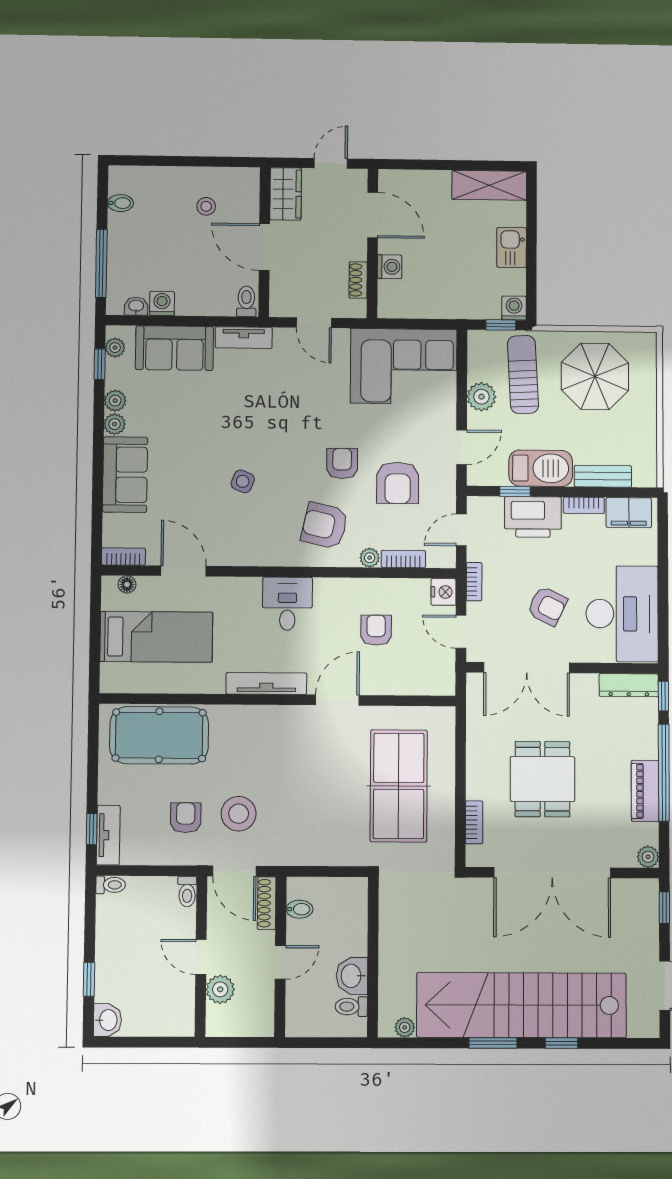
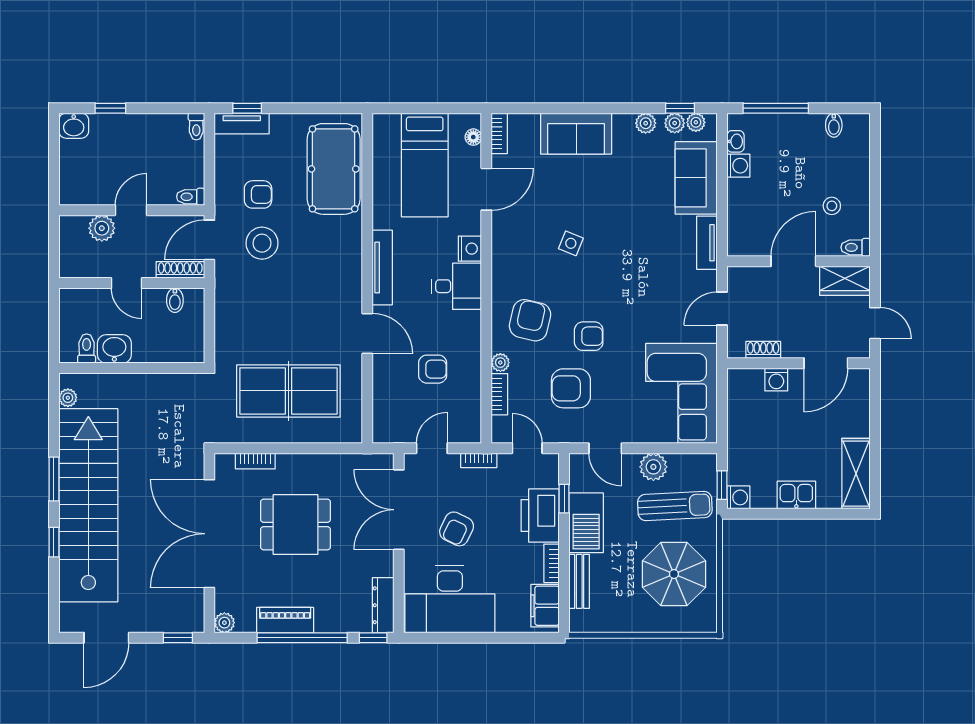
toilet: (246, 301) -> (855, 247), moved, turned 180
plant: (115, 424) -> (675, 123), moved
nightstand: (444, 592) -> (470, 249), moved, turned -90

